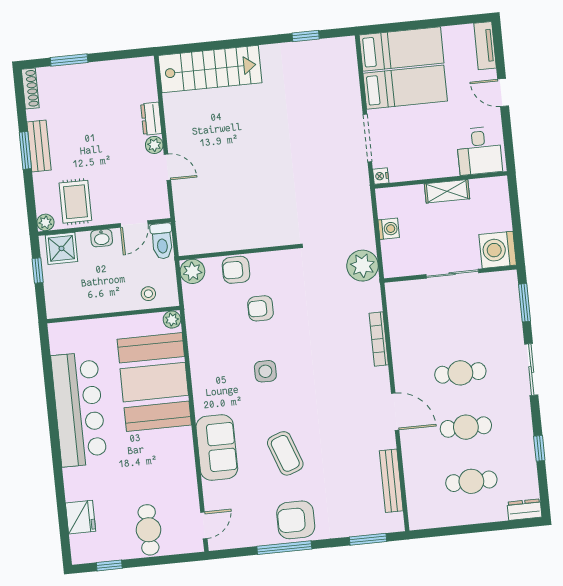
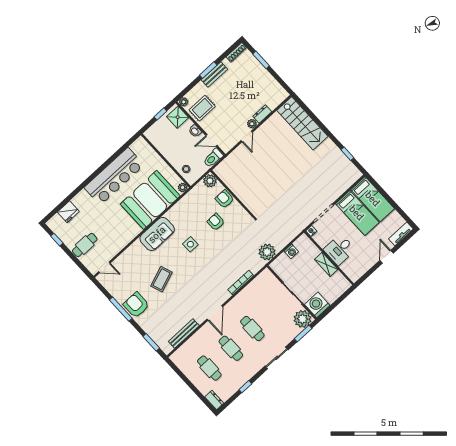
desk: (479, 151) -> (339, 250), moved
plant: (502, 287) -> (302, 319), added
sofa: (217, 447) -> (157, 234), moved

